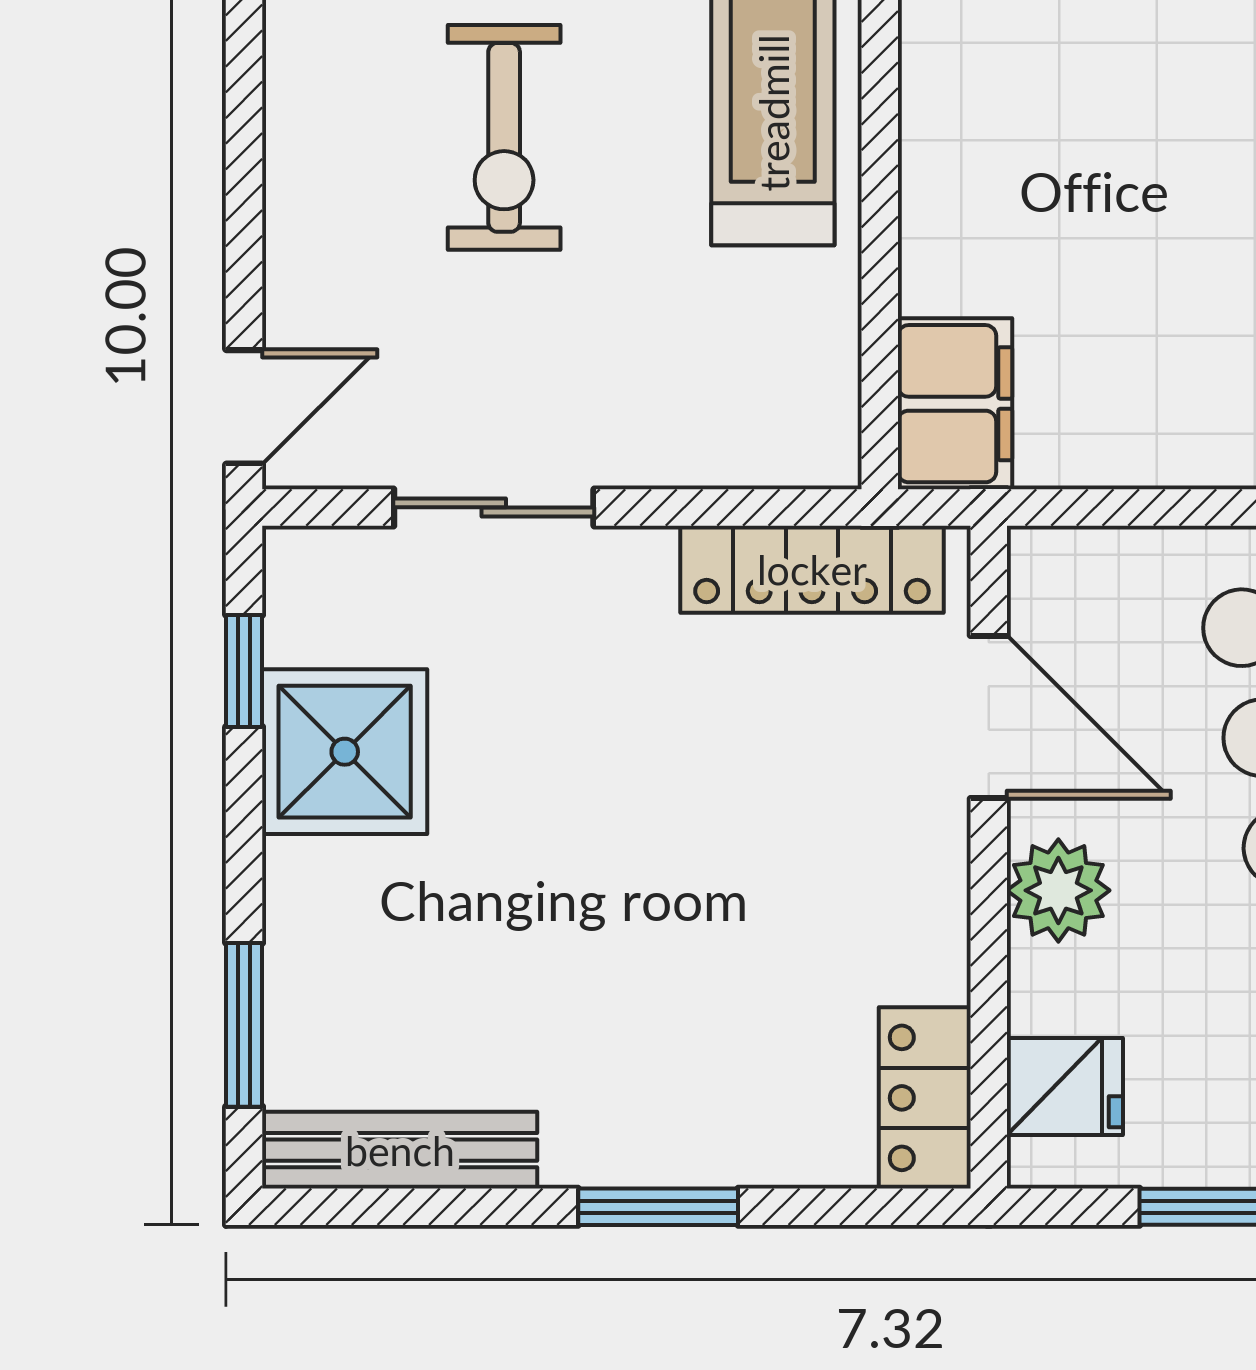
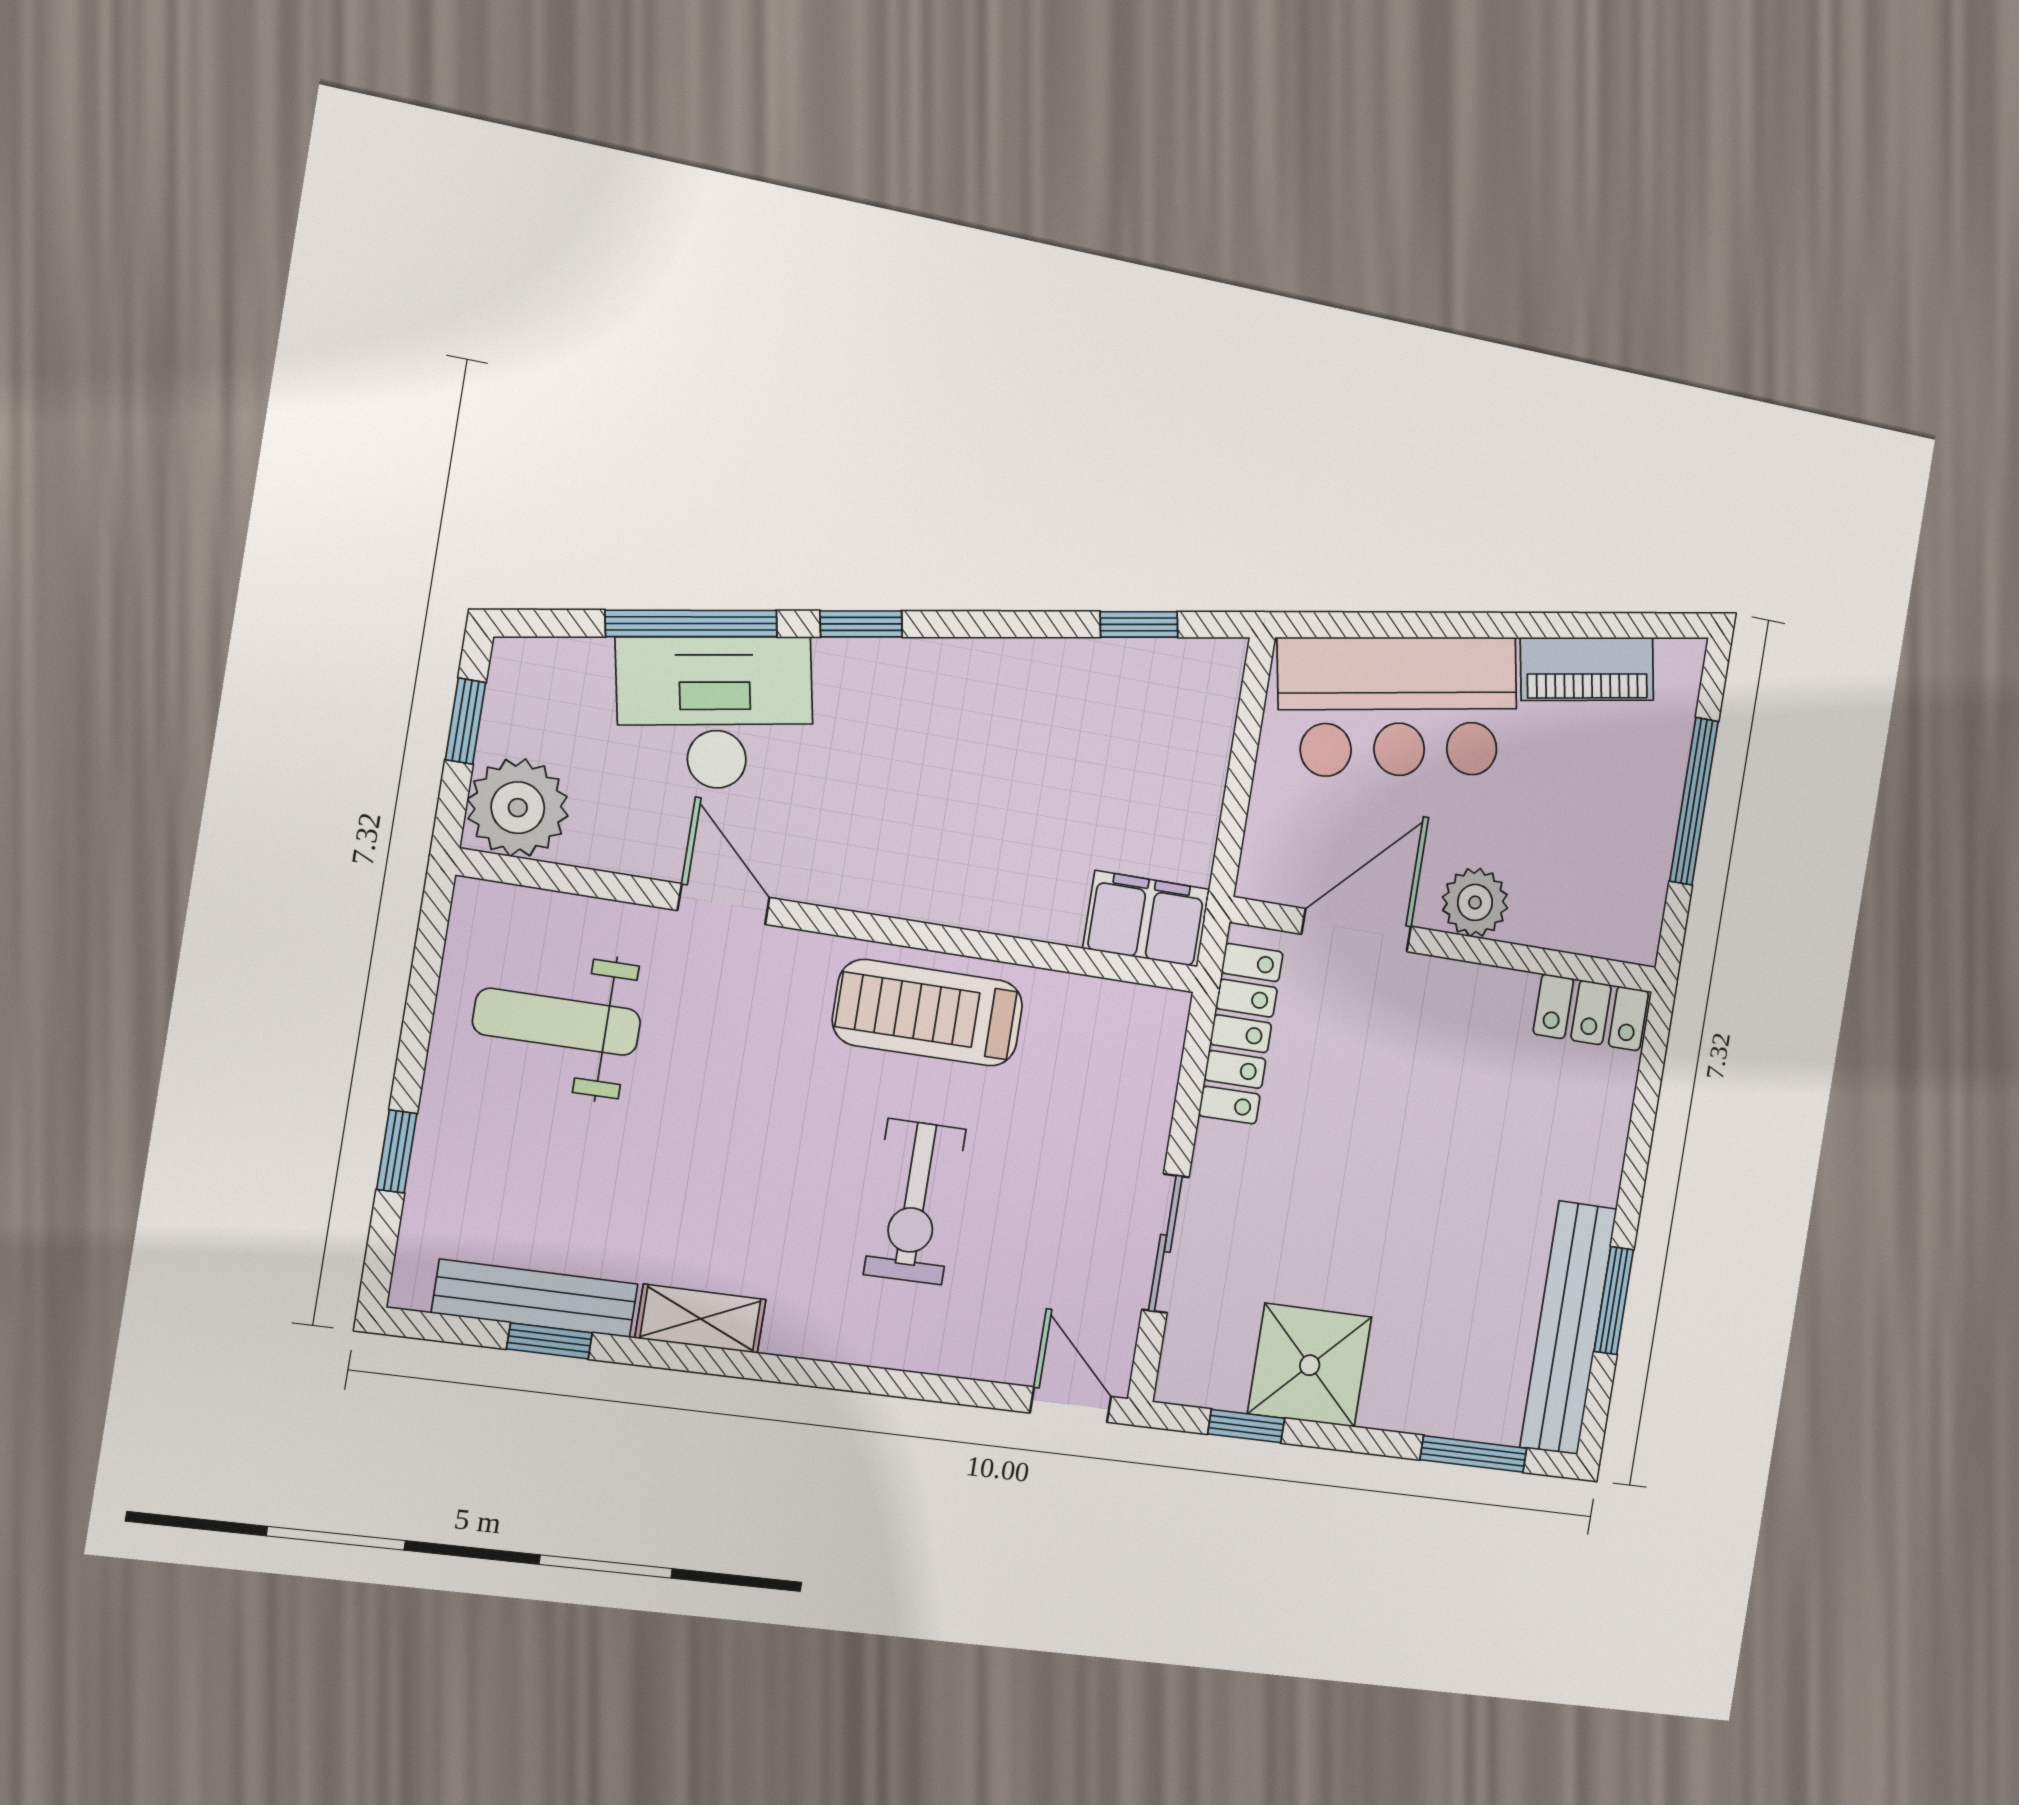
exercise bike: (504, 137) -> (915, 1202), turned 90
fridge: (1065, 1087) -> (1599, 919), removed
bench: (400, 1150) -> (1568, 1328), width x1.37, depth x1.21
window: (658, 1207) -> (1614, 1301), moved

